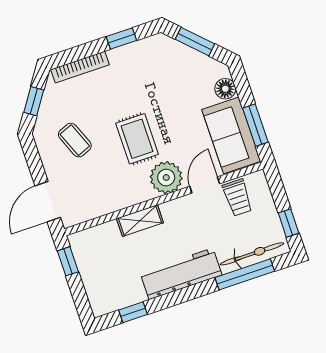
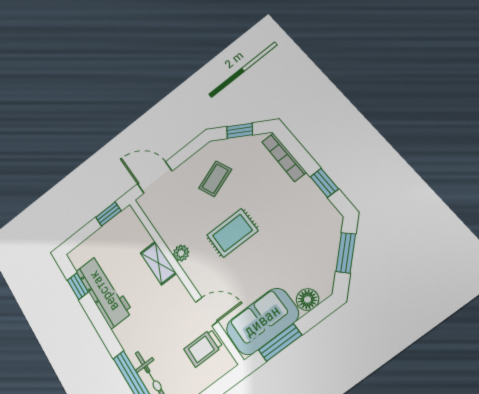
plant: (166, 177) -> (181, 253), moved, width x0.53, depth x0.53
workbench: (181, 274) -> (104, 291), moved

